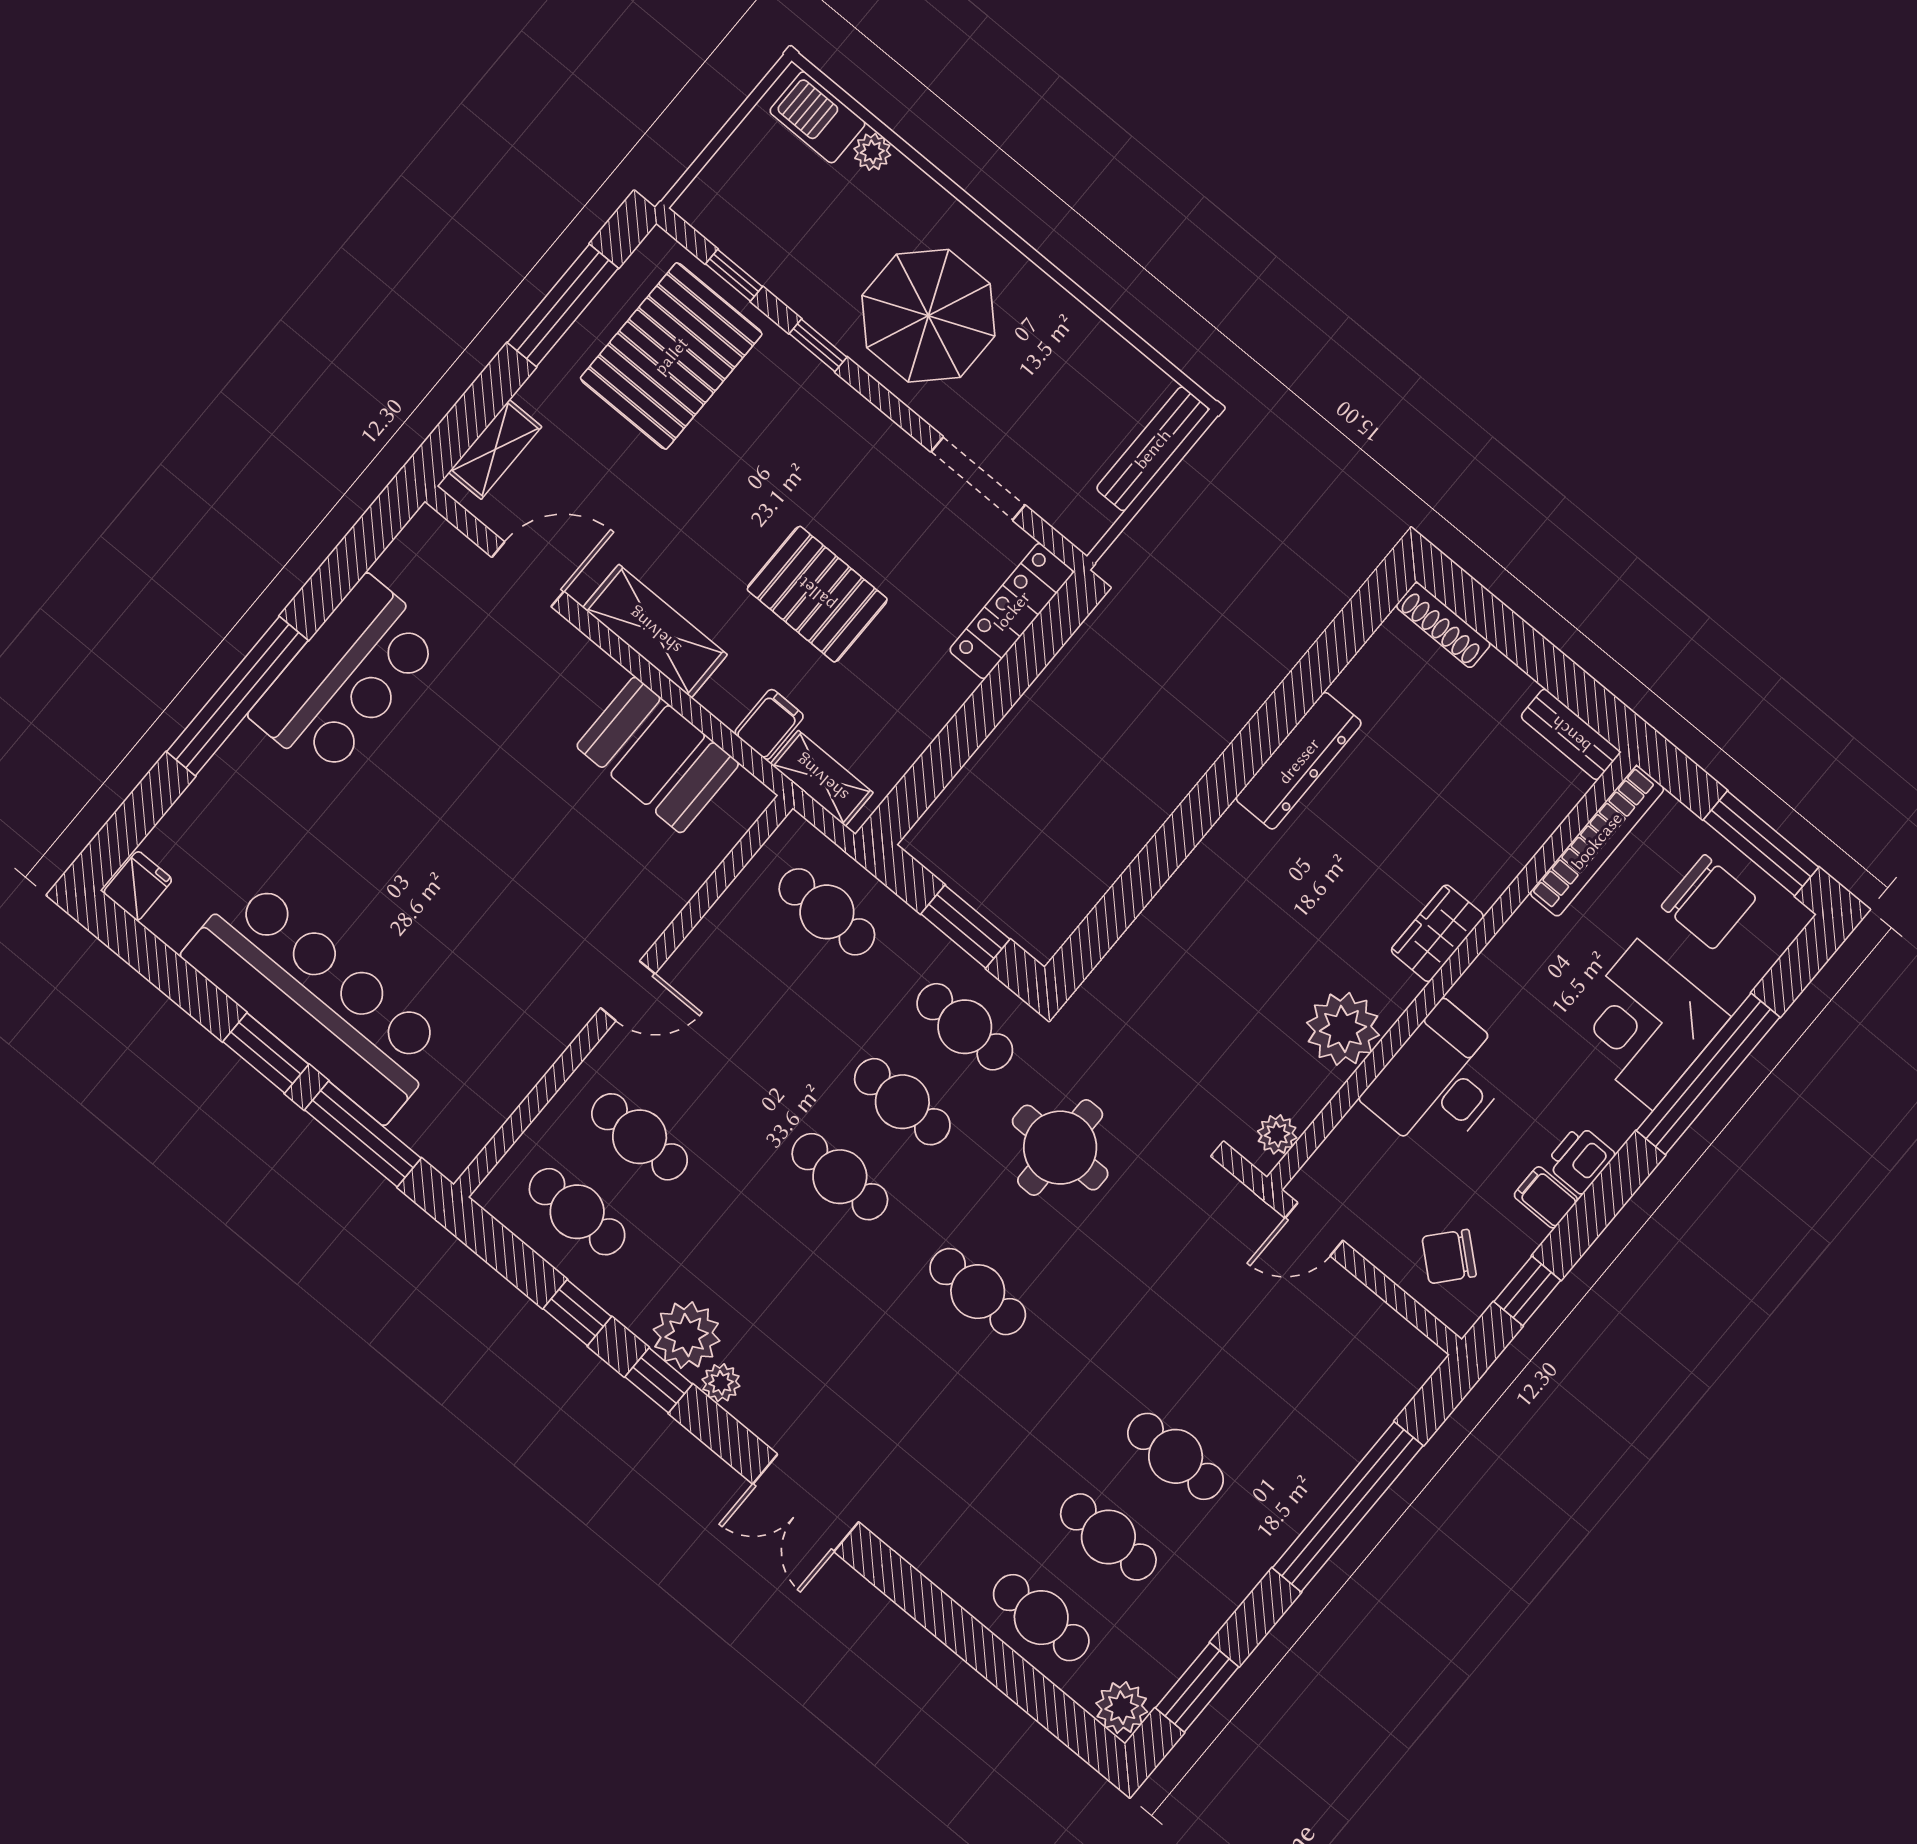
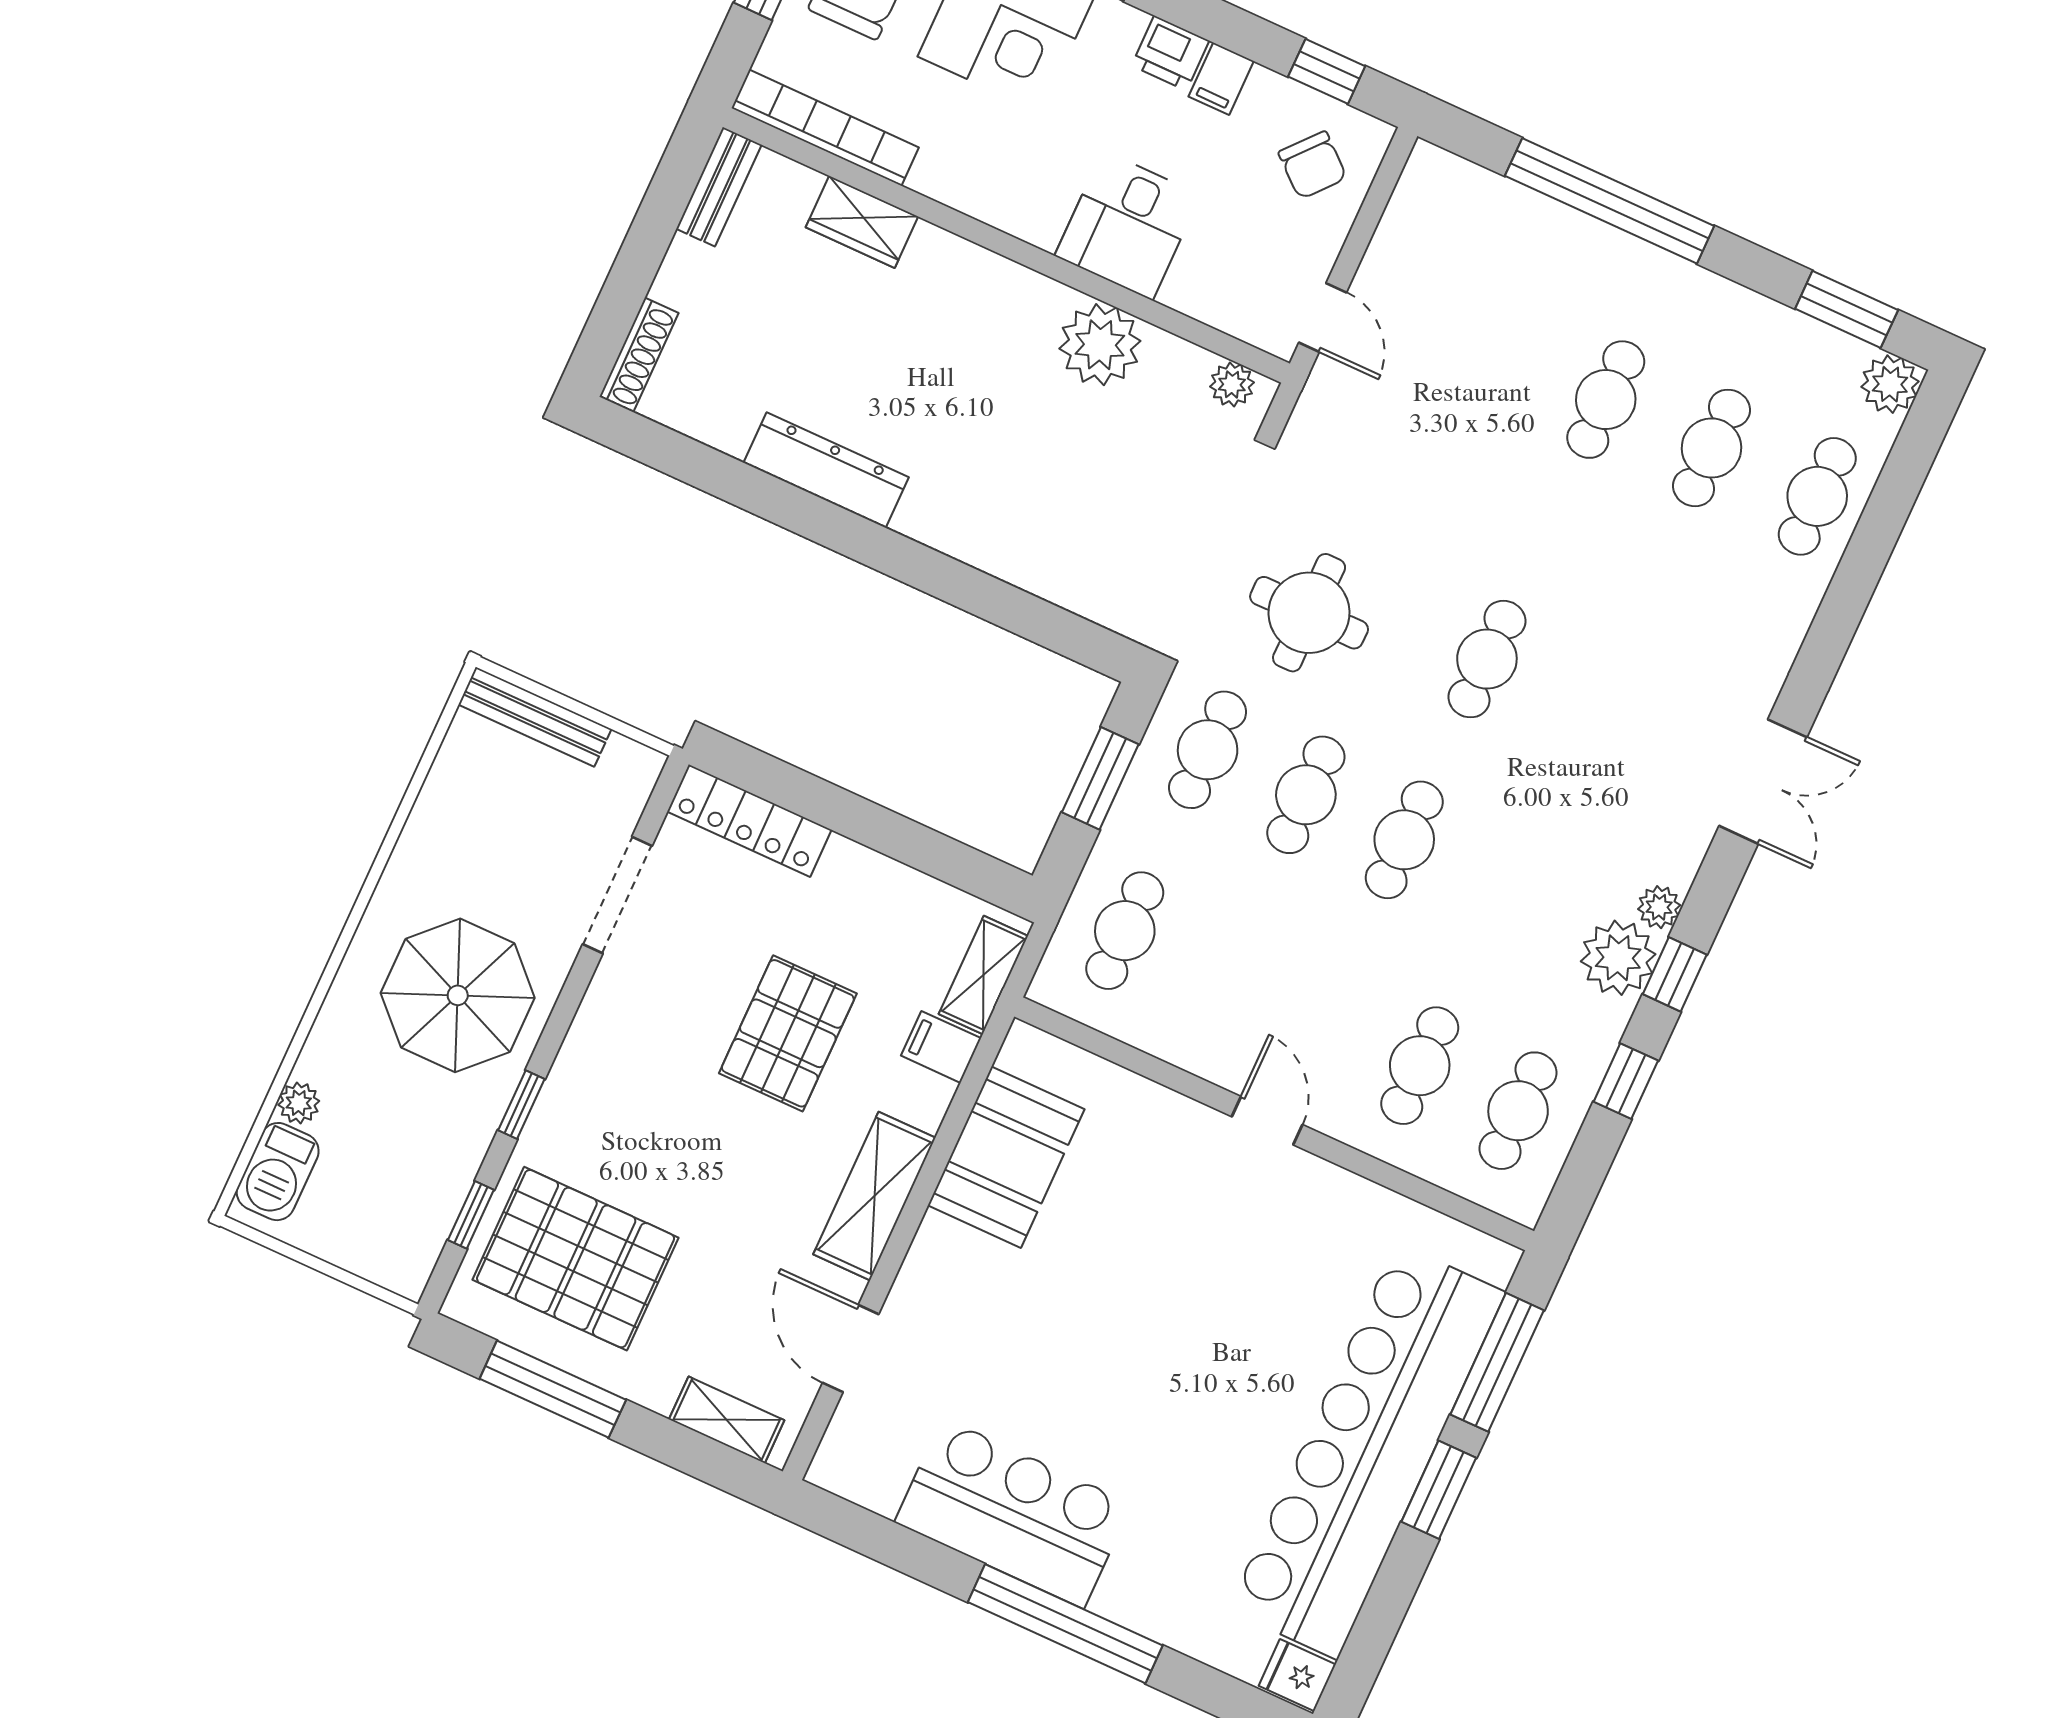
wardrobe: (1437, 933) -> (862, 222), moved
bar counter: (316, 1000) -> (1367, 1451), width x1.36
desk: (1440, 1081) -> (1128, 225), width x0.73

